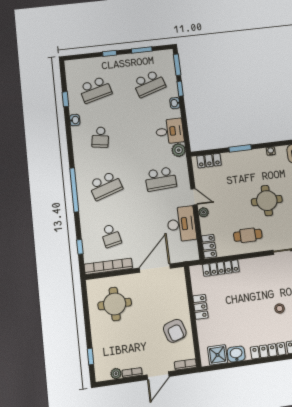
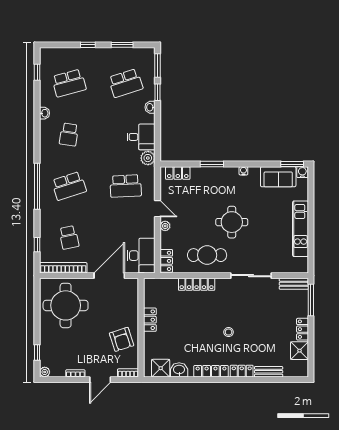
window: (65, 99) -> (37, 72), moved
desk: (181, 224) -> (141, 256), moved
cafe table: (248, 235) -> (207, 255), width x1.37, depth x1.35
locker: (221, 268) -> (197, 284), moved
round table: (115, 304) -> (66, 305), width x1.36, depth x1.36
plant: (116, 374) -> (45, 372), moved

